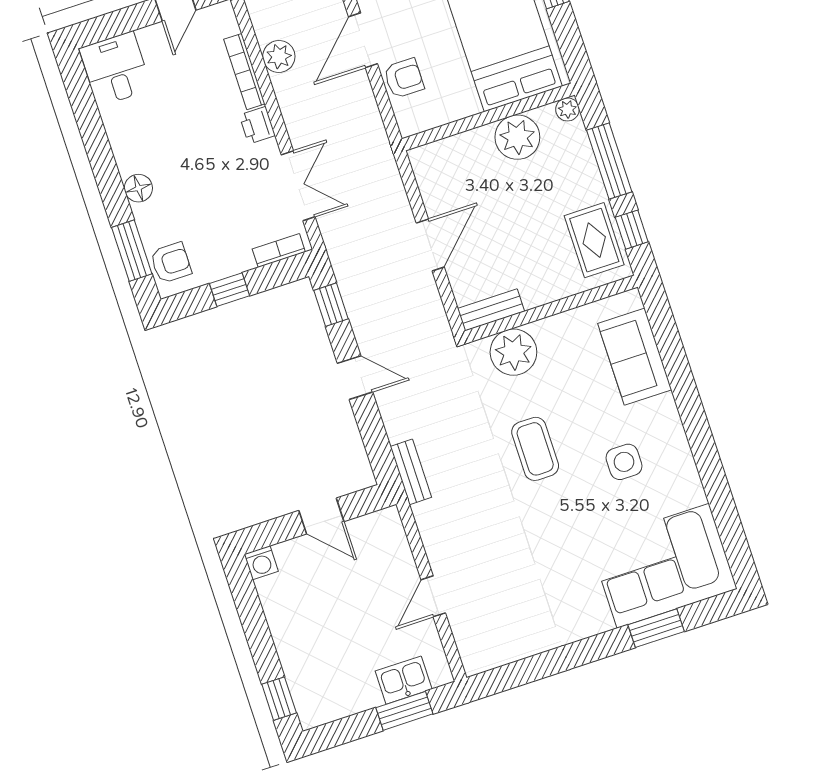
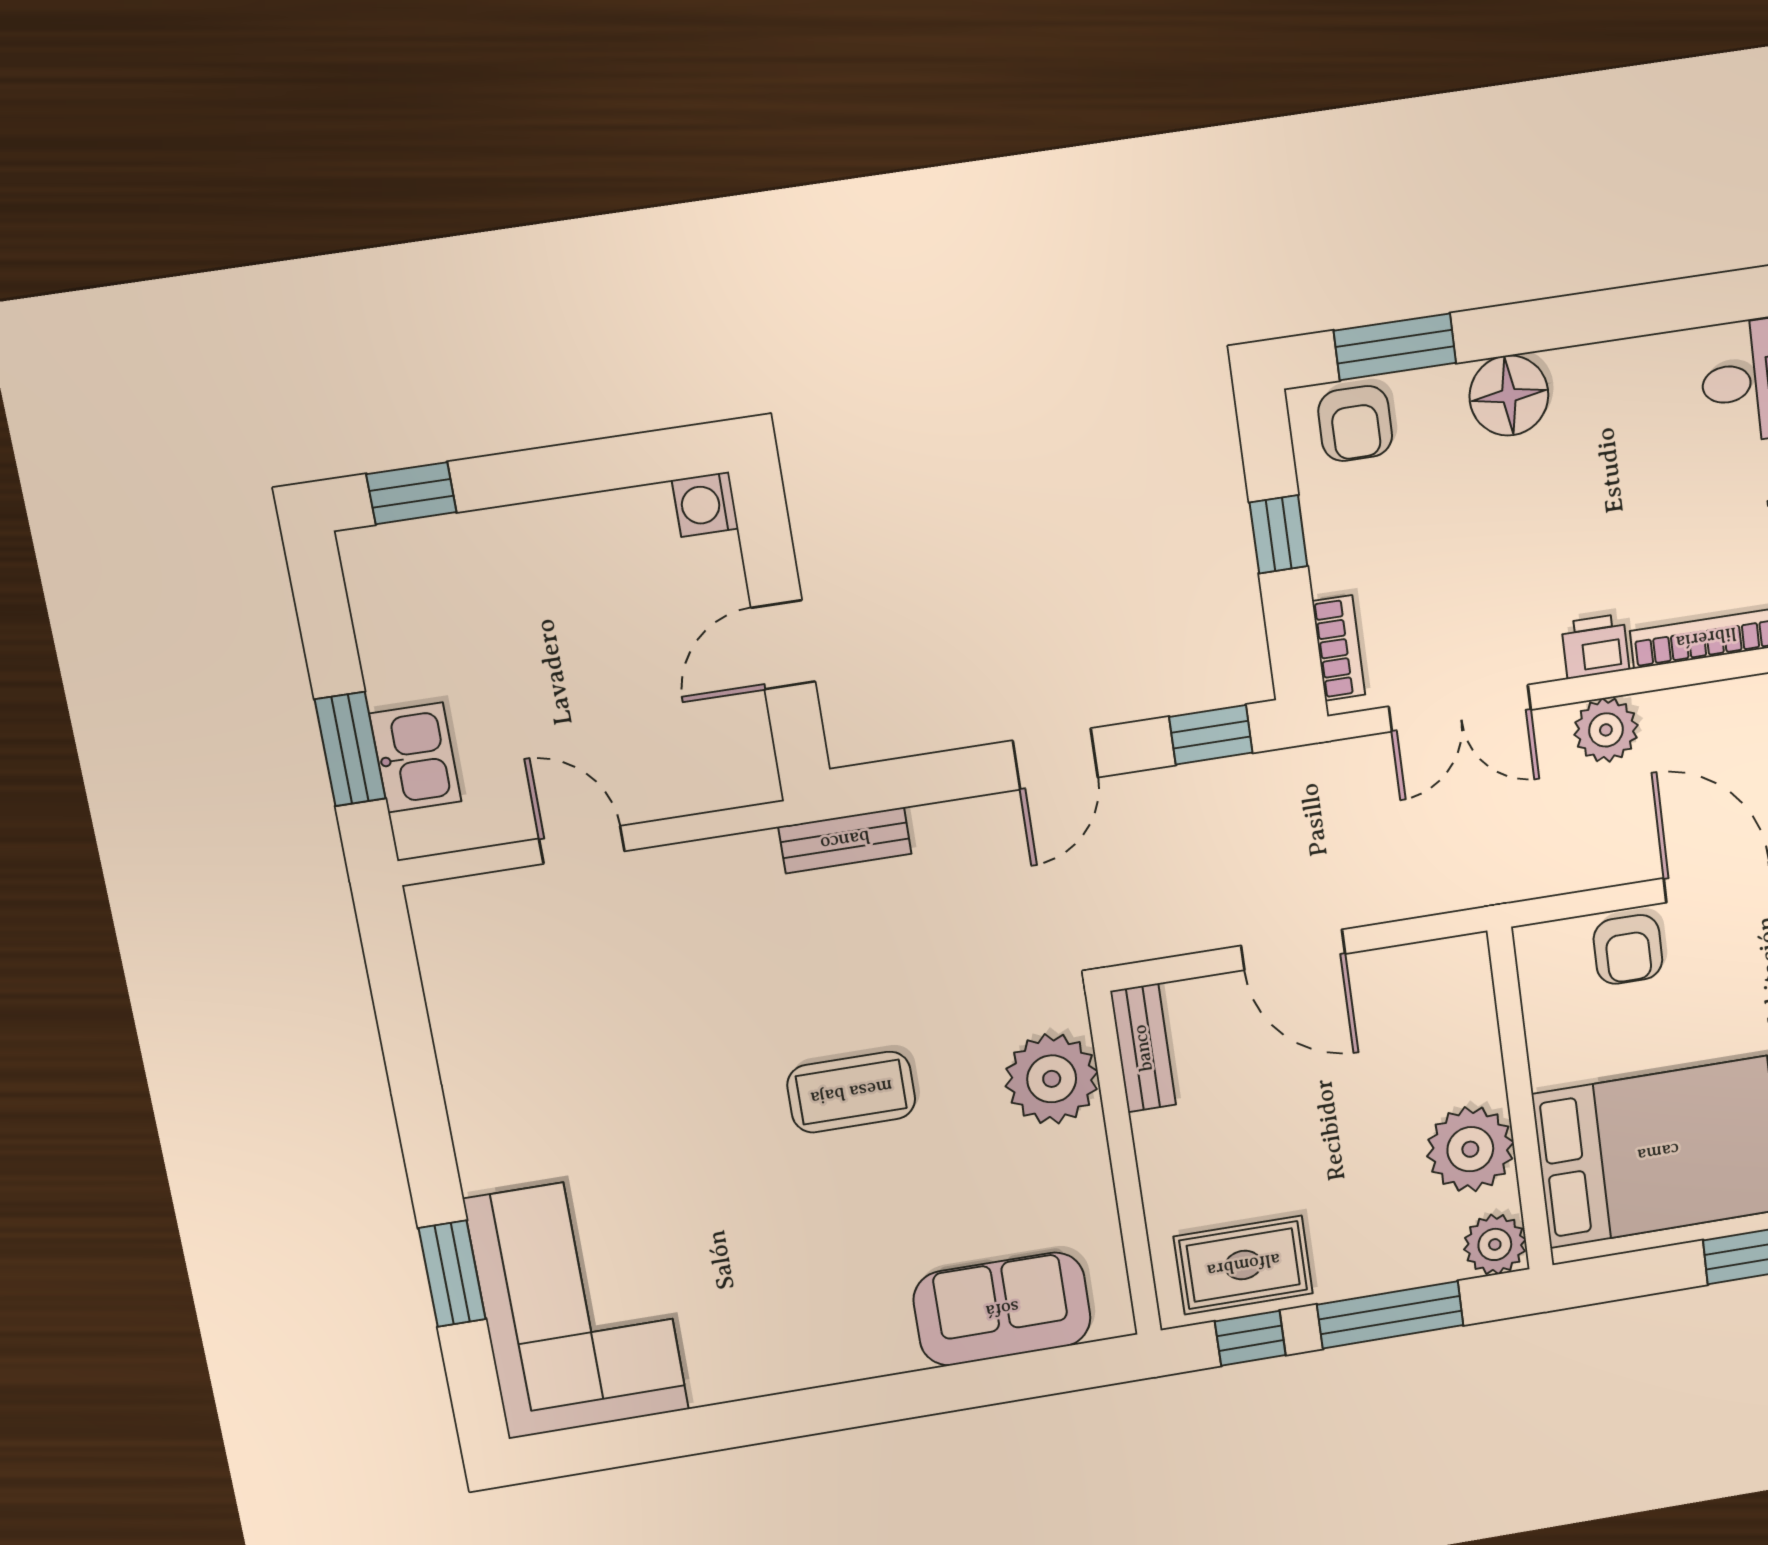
plant: (279, 56) -> (1606, 730), moved
plant: (567, 109) -> (1495, 1244), width x1.38, depth x1.38
floor lamp: (138, 188) -> (1509, 396), width x1.38, depth x1.38
side table: (624, 462) -> (797, 1259), removed

